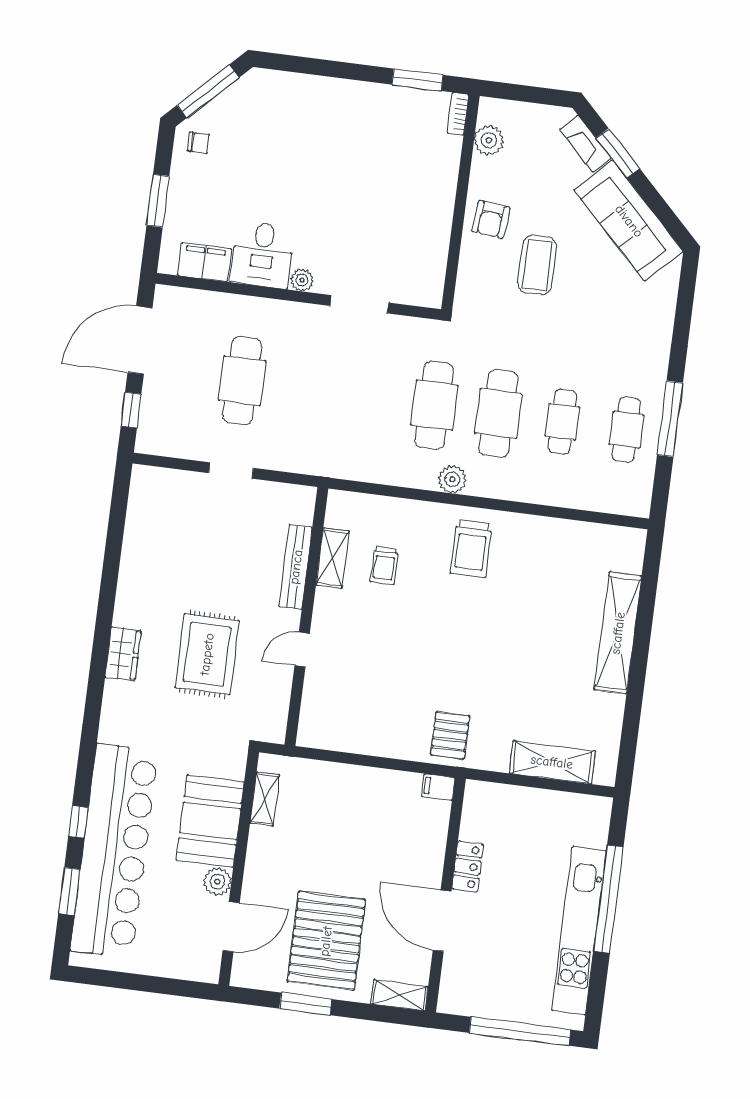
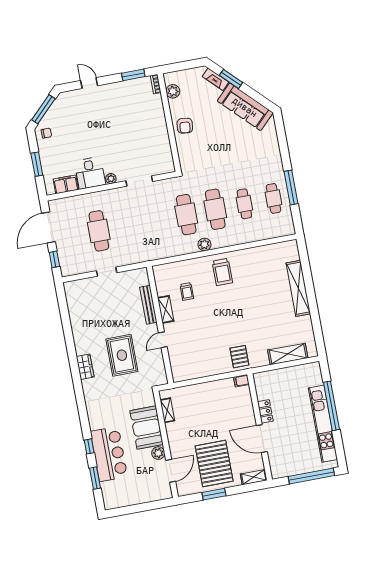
door: (321, 67) -> (89, 83), added
coffee table: (537, 265) -> (211, 139), removed
shelving: (332, 558) -> (166, 309), moved
bar counter: (114, 851) -> (109, 454), width x0.54

